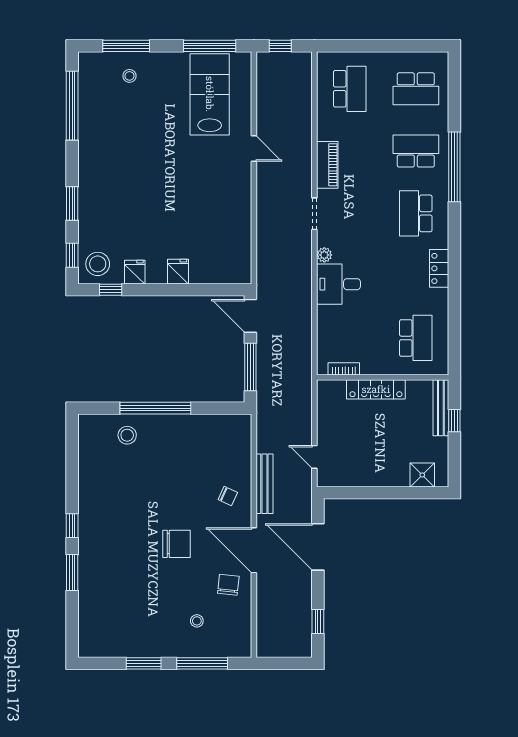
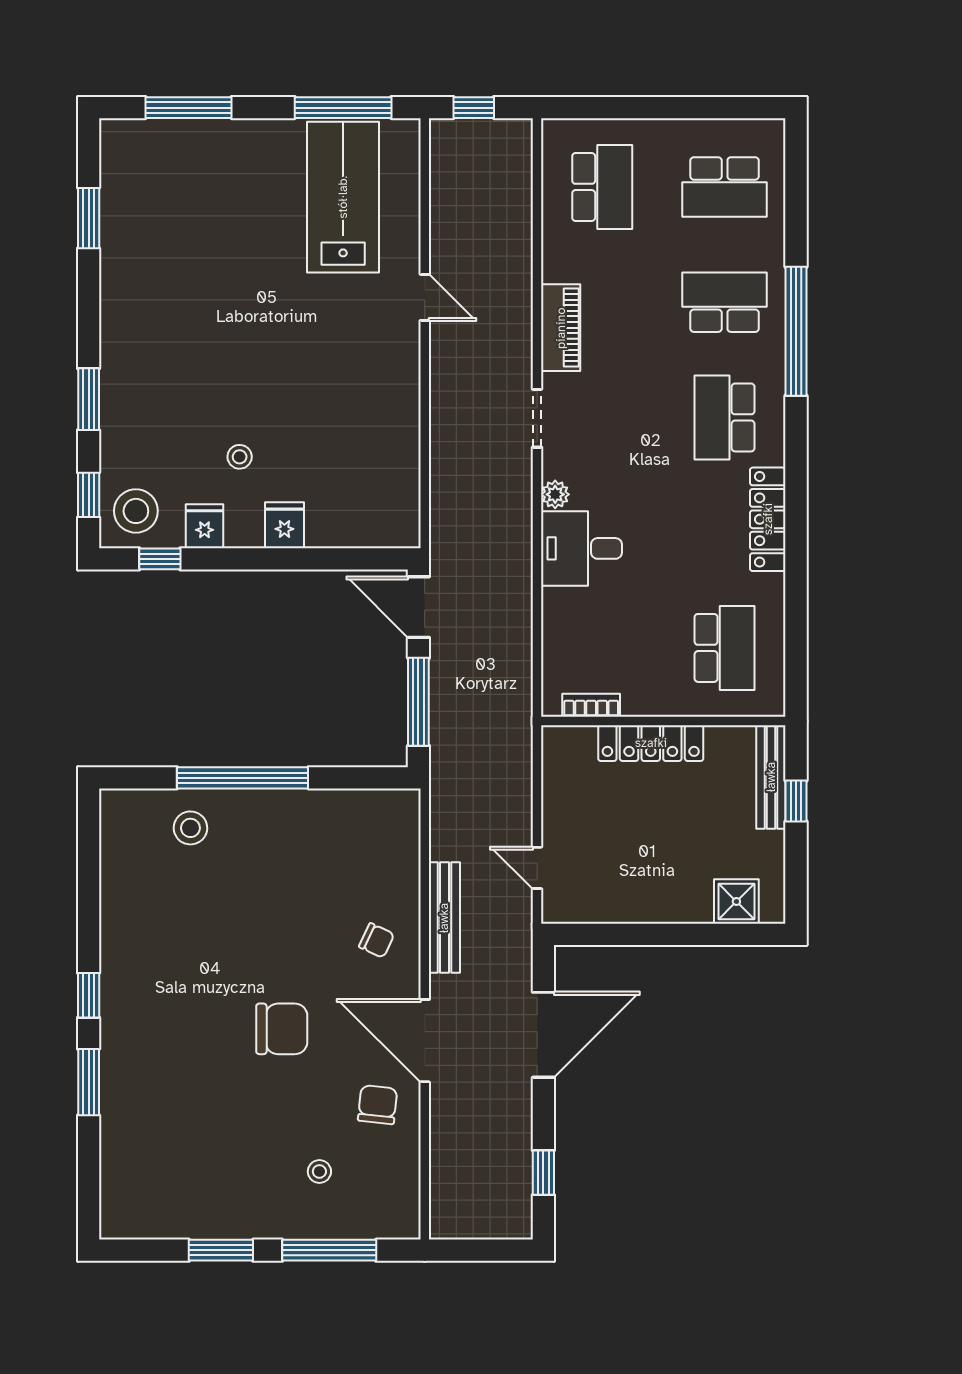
stool: (129, 76) -> (240, 457), moved
window: (72, 106) -> (89, 218), width x0.47
locker: (439, 268) -> (768, 519), width x1.53
door: (318, 547) -> (543, 1035), swing flipped

